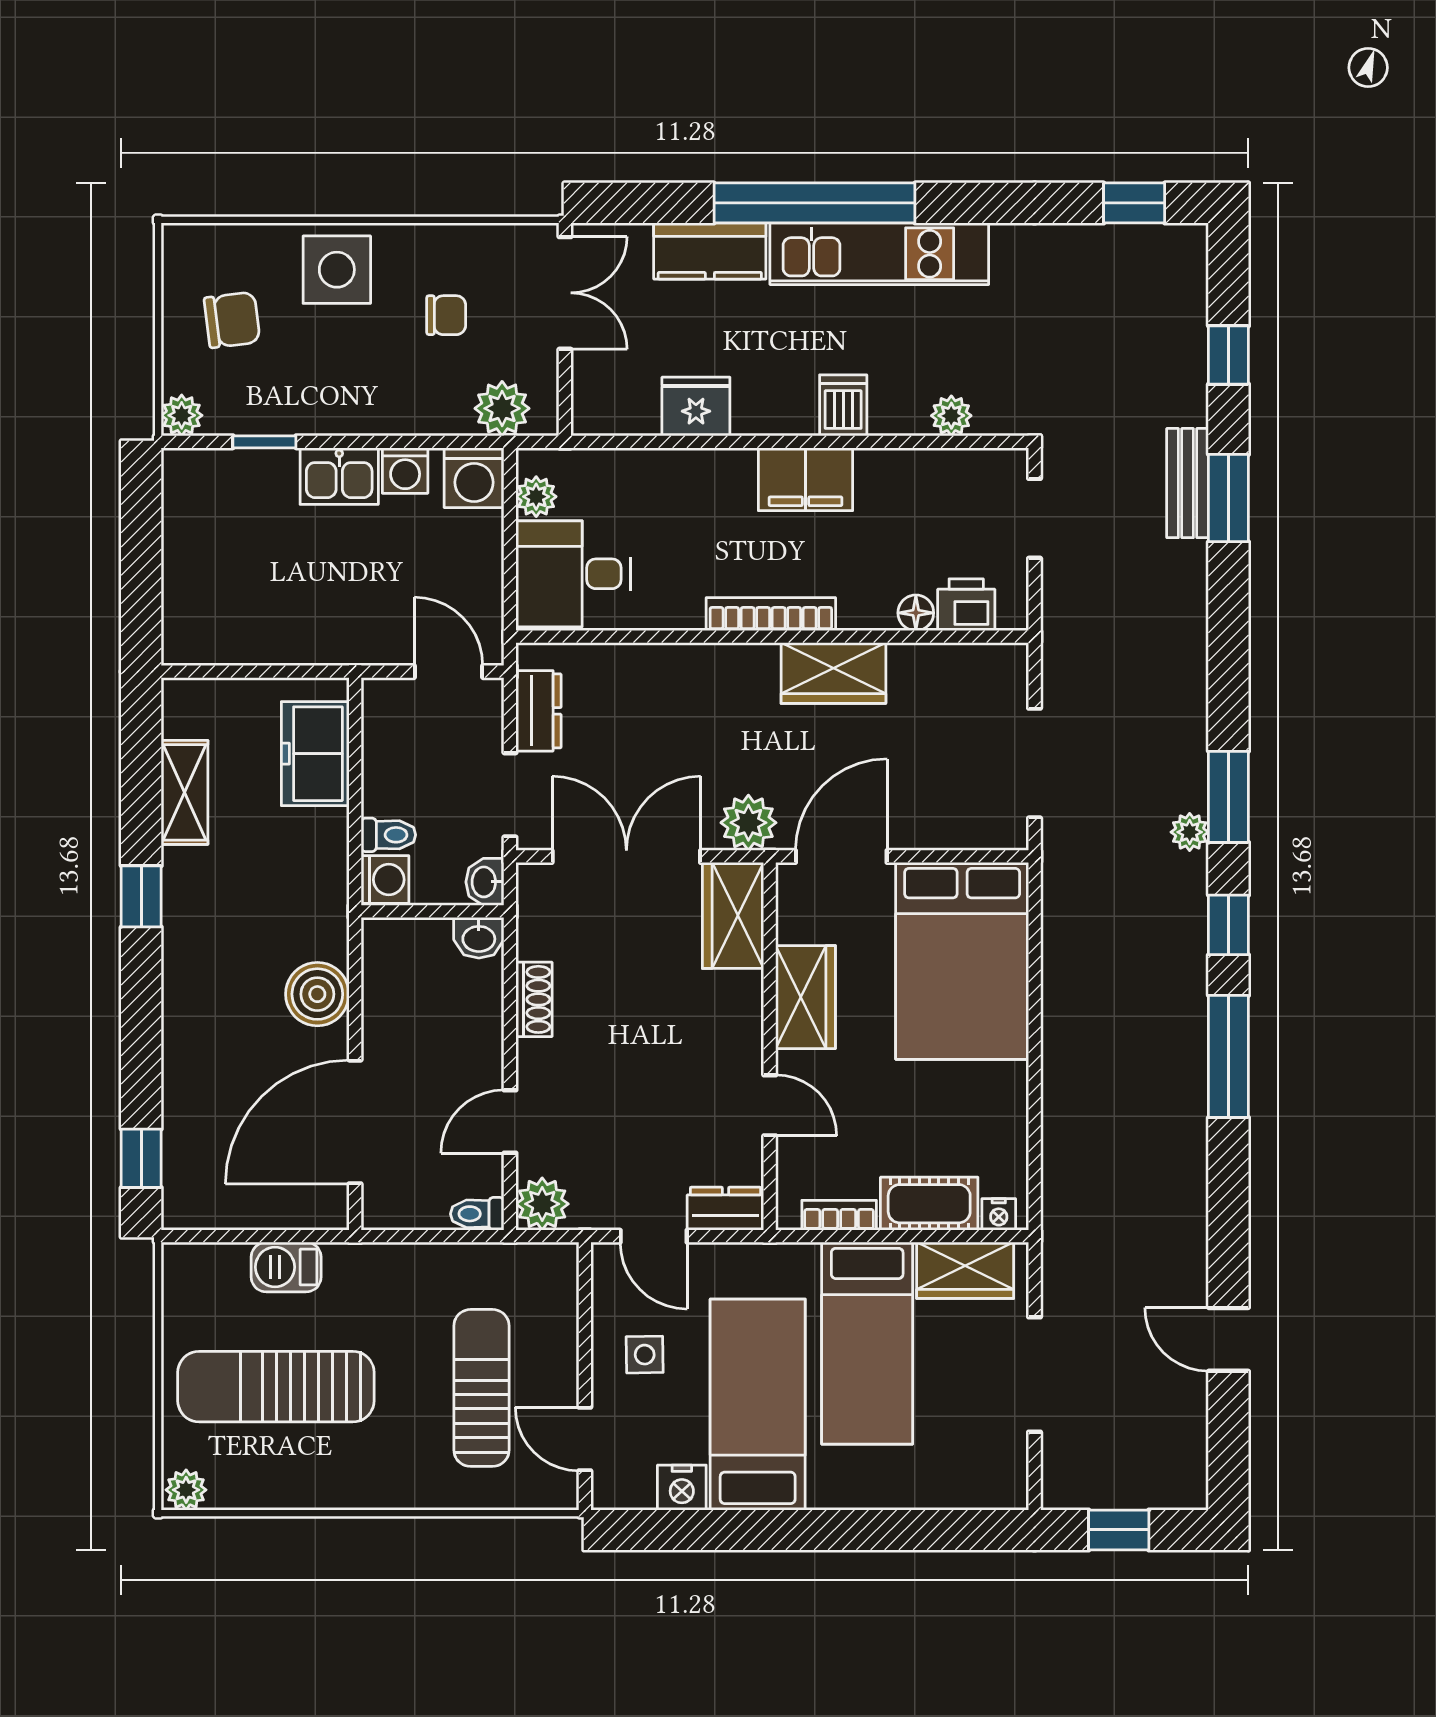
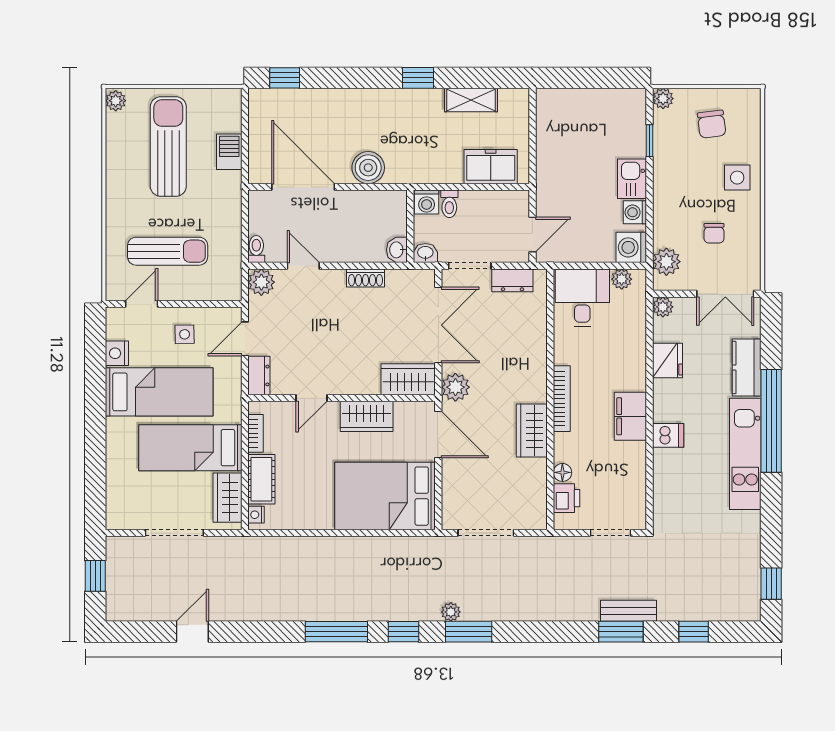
side table: (337, 270) -> (737, 178), width x0.73, depth x0.73
plant: (951, 416) -> (663, 307), moved

